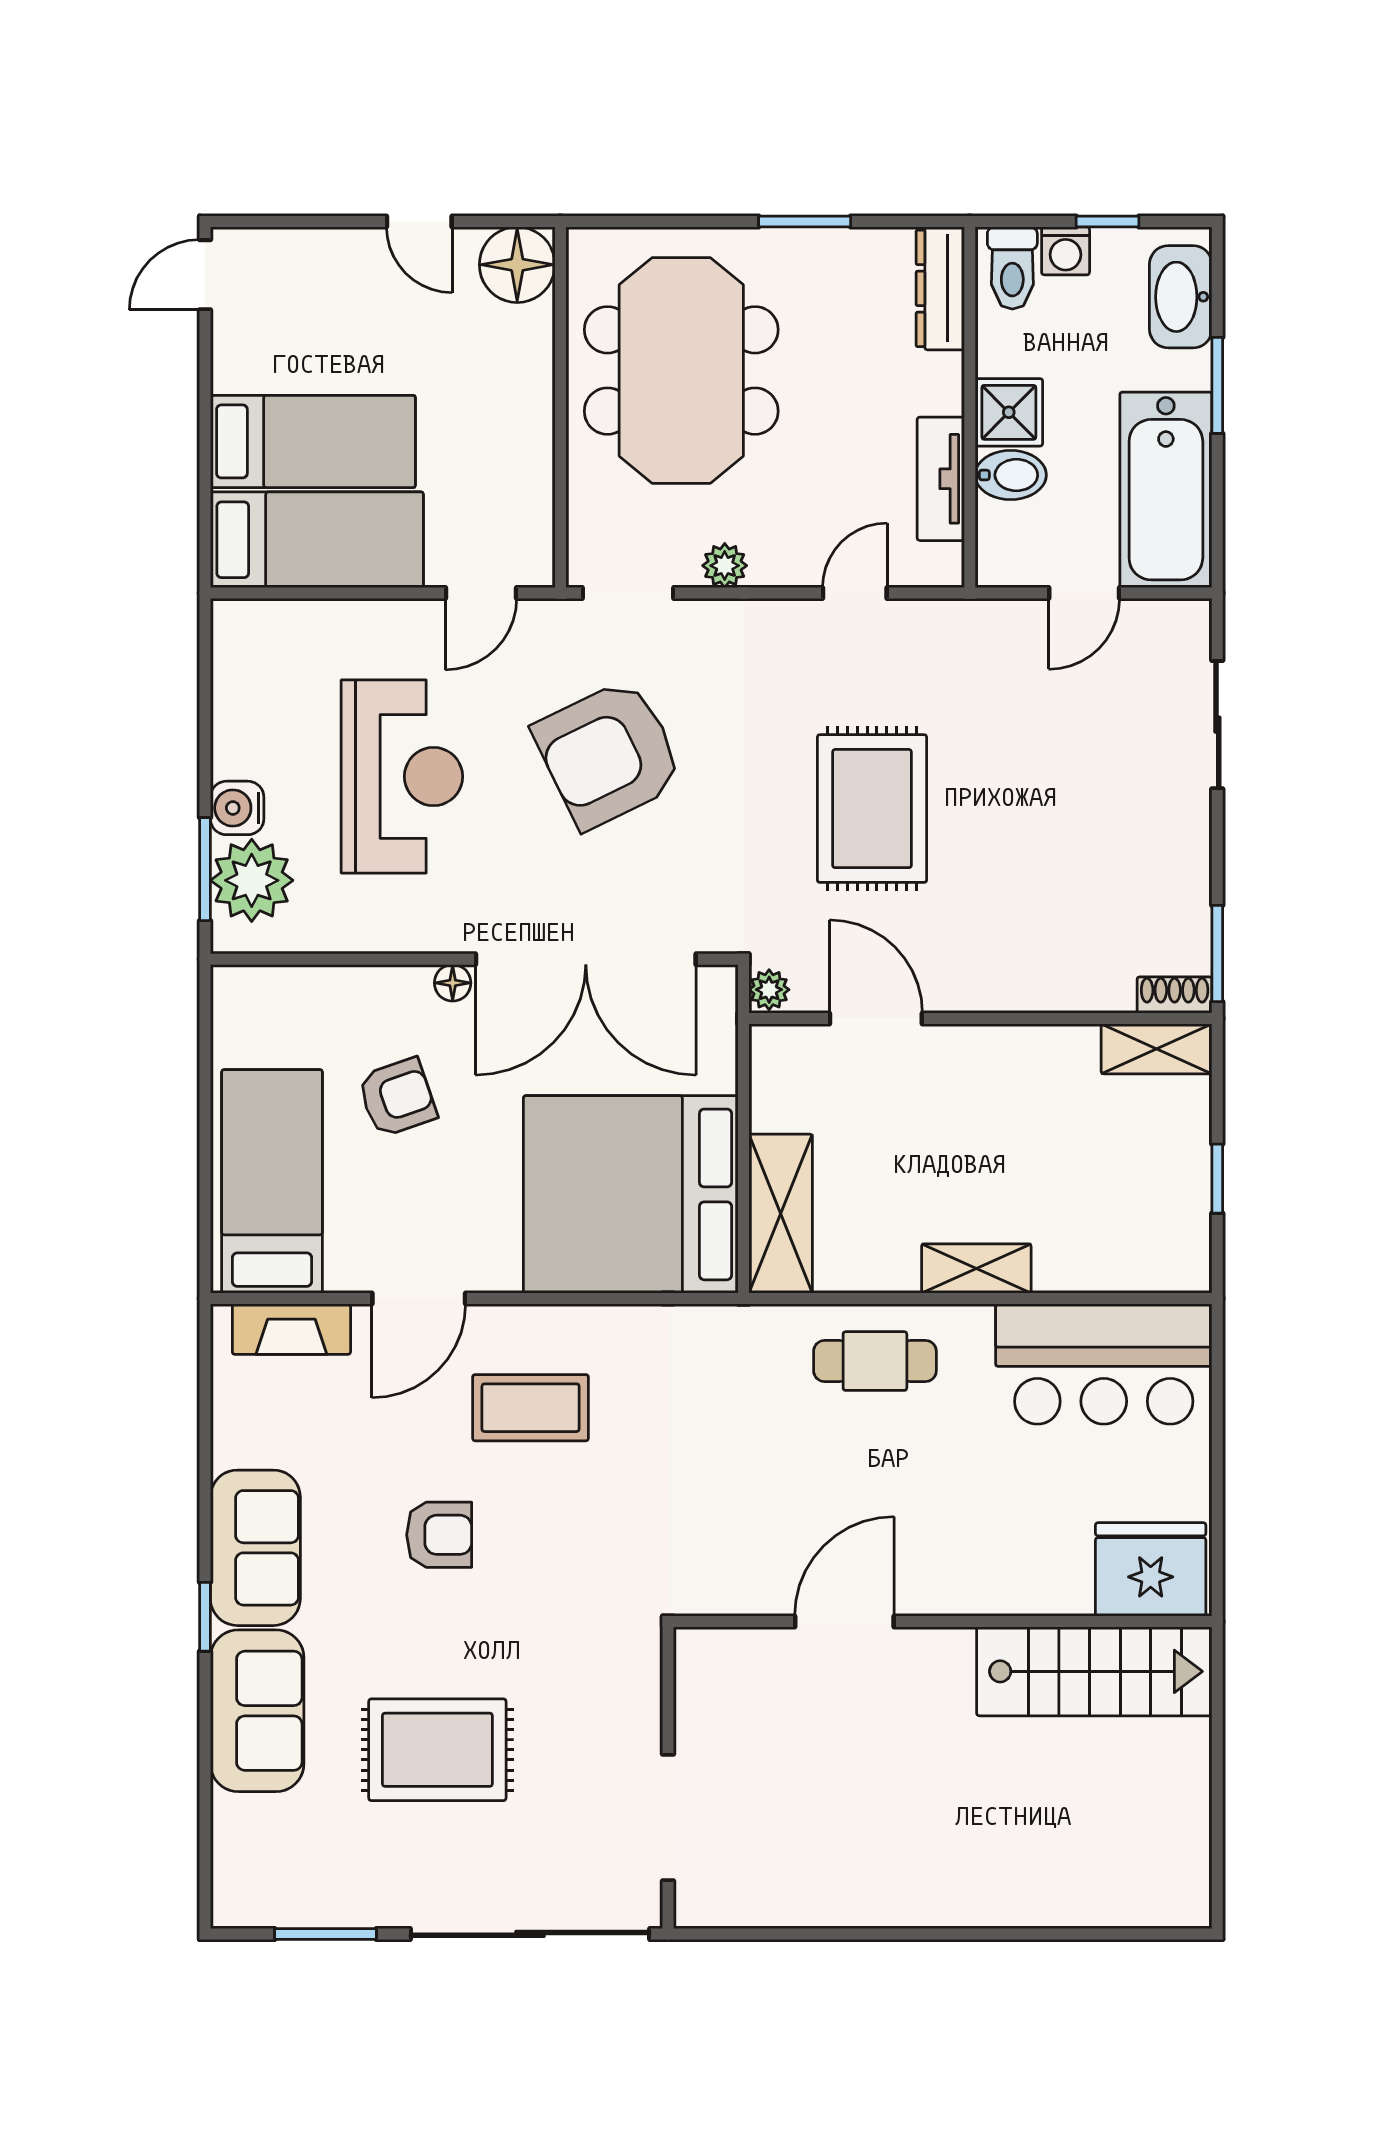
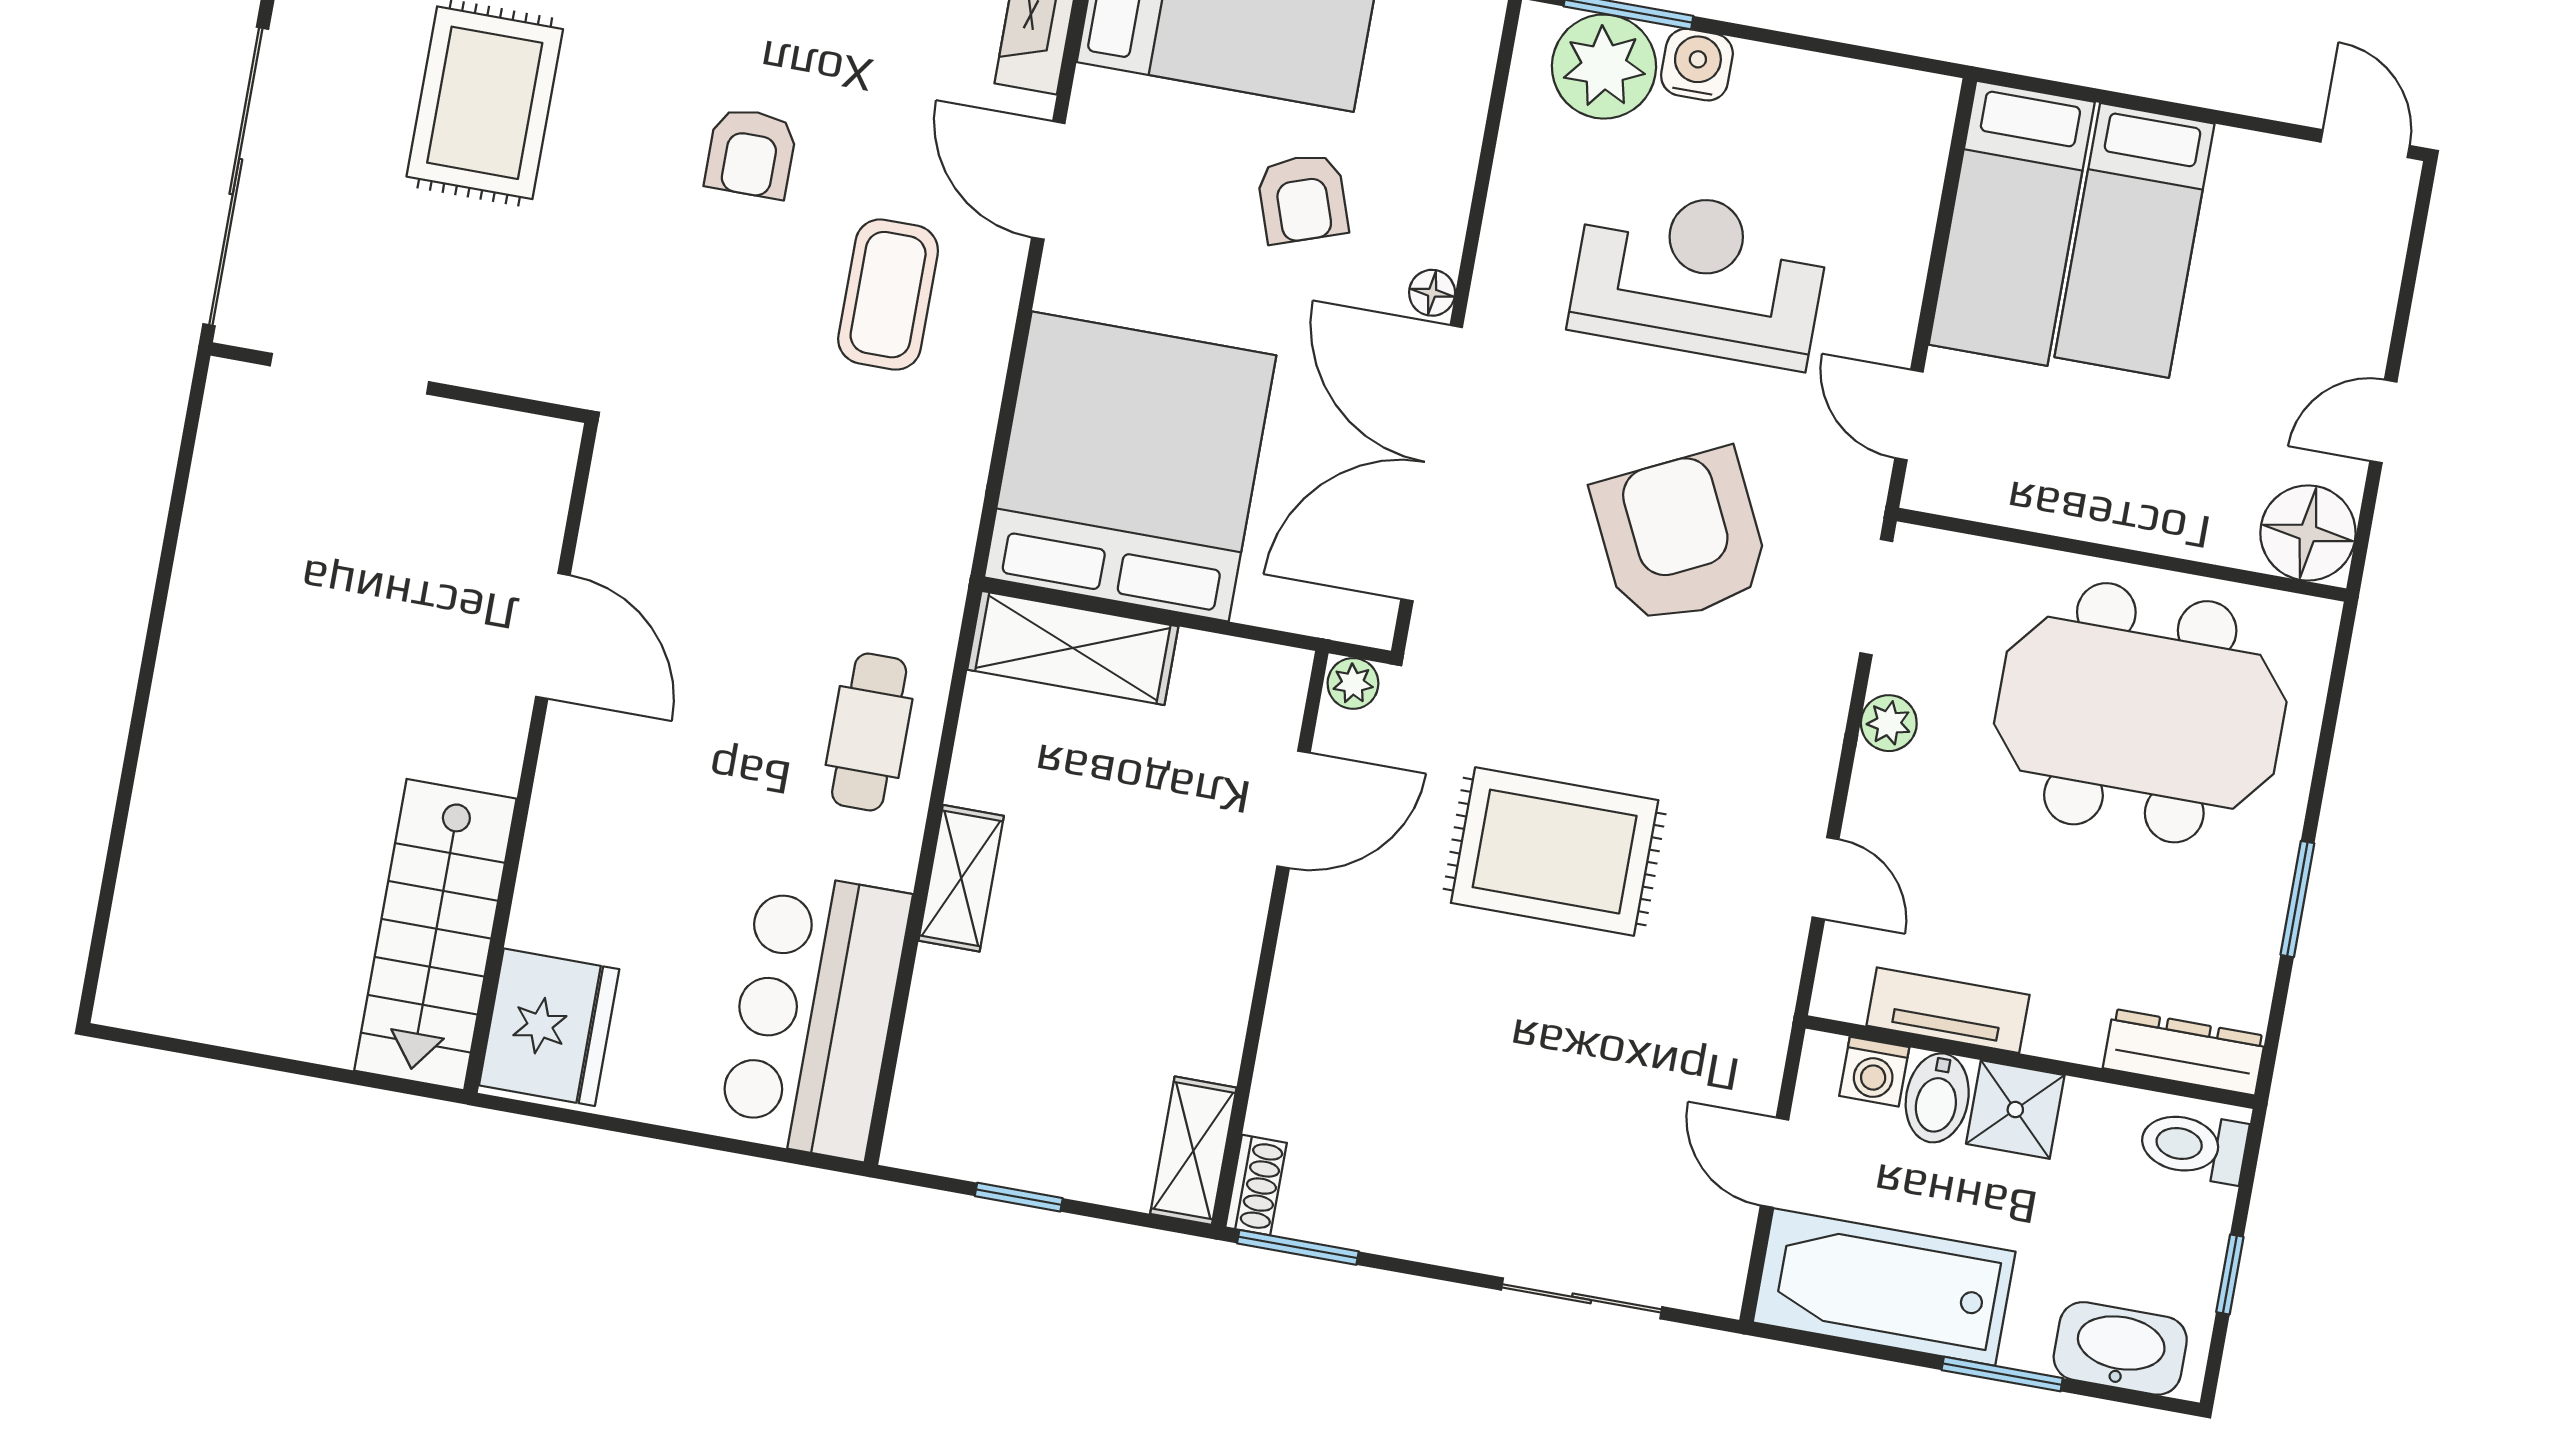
washing machine: (1066, 251) -> (1874, 1072), moved, turned -90
reception desk: (402, 777) -> (1699, 276), turned 180

